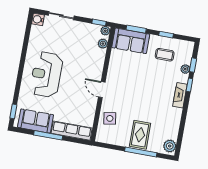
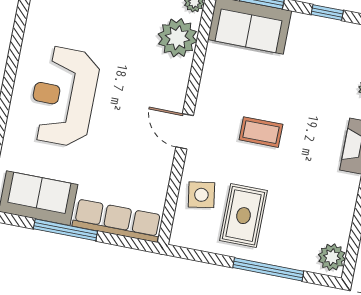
plant: (103, 44) -> (178, 38), width x1.87, depth x1.87
coffee table: (165, 55) -> (261, 132), moved
rug: (140, 135) -> (243, 216), moved

